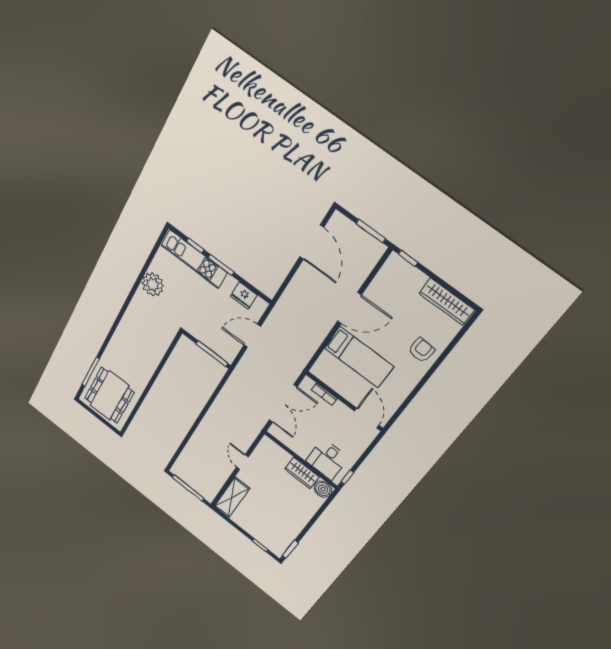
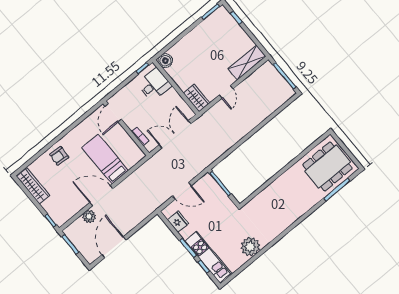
plant: (357, 276) -> (89, 217), added
wardrobe: (302, 473) -> (197, 98), moved

